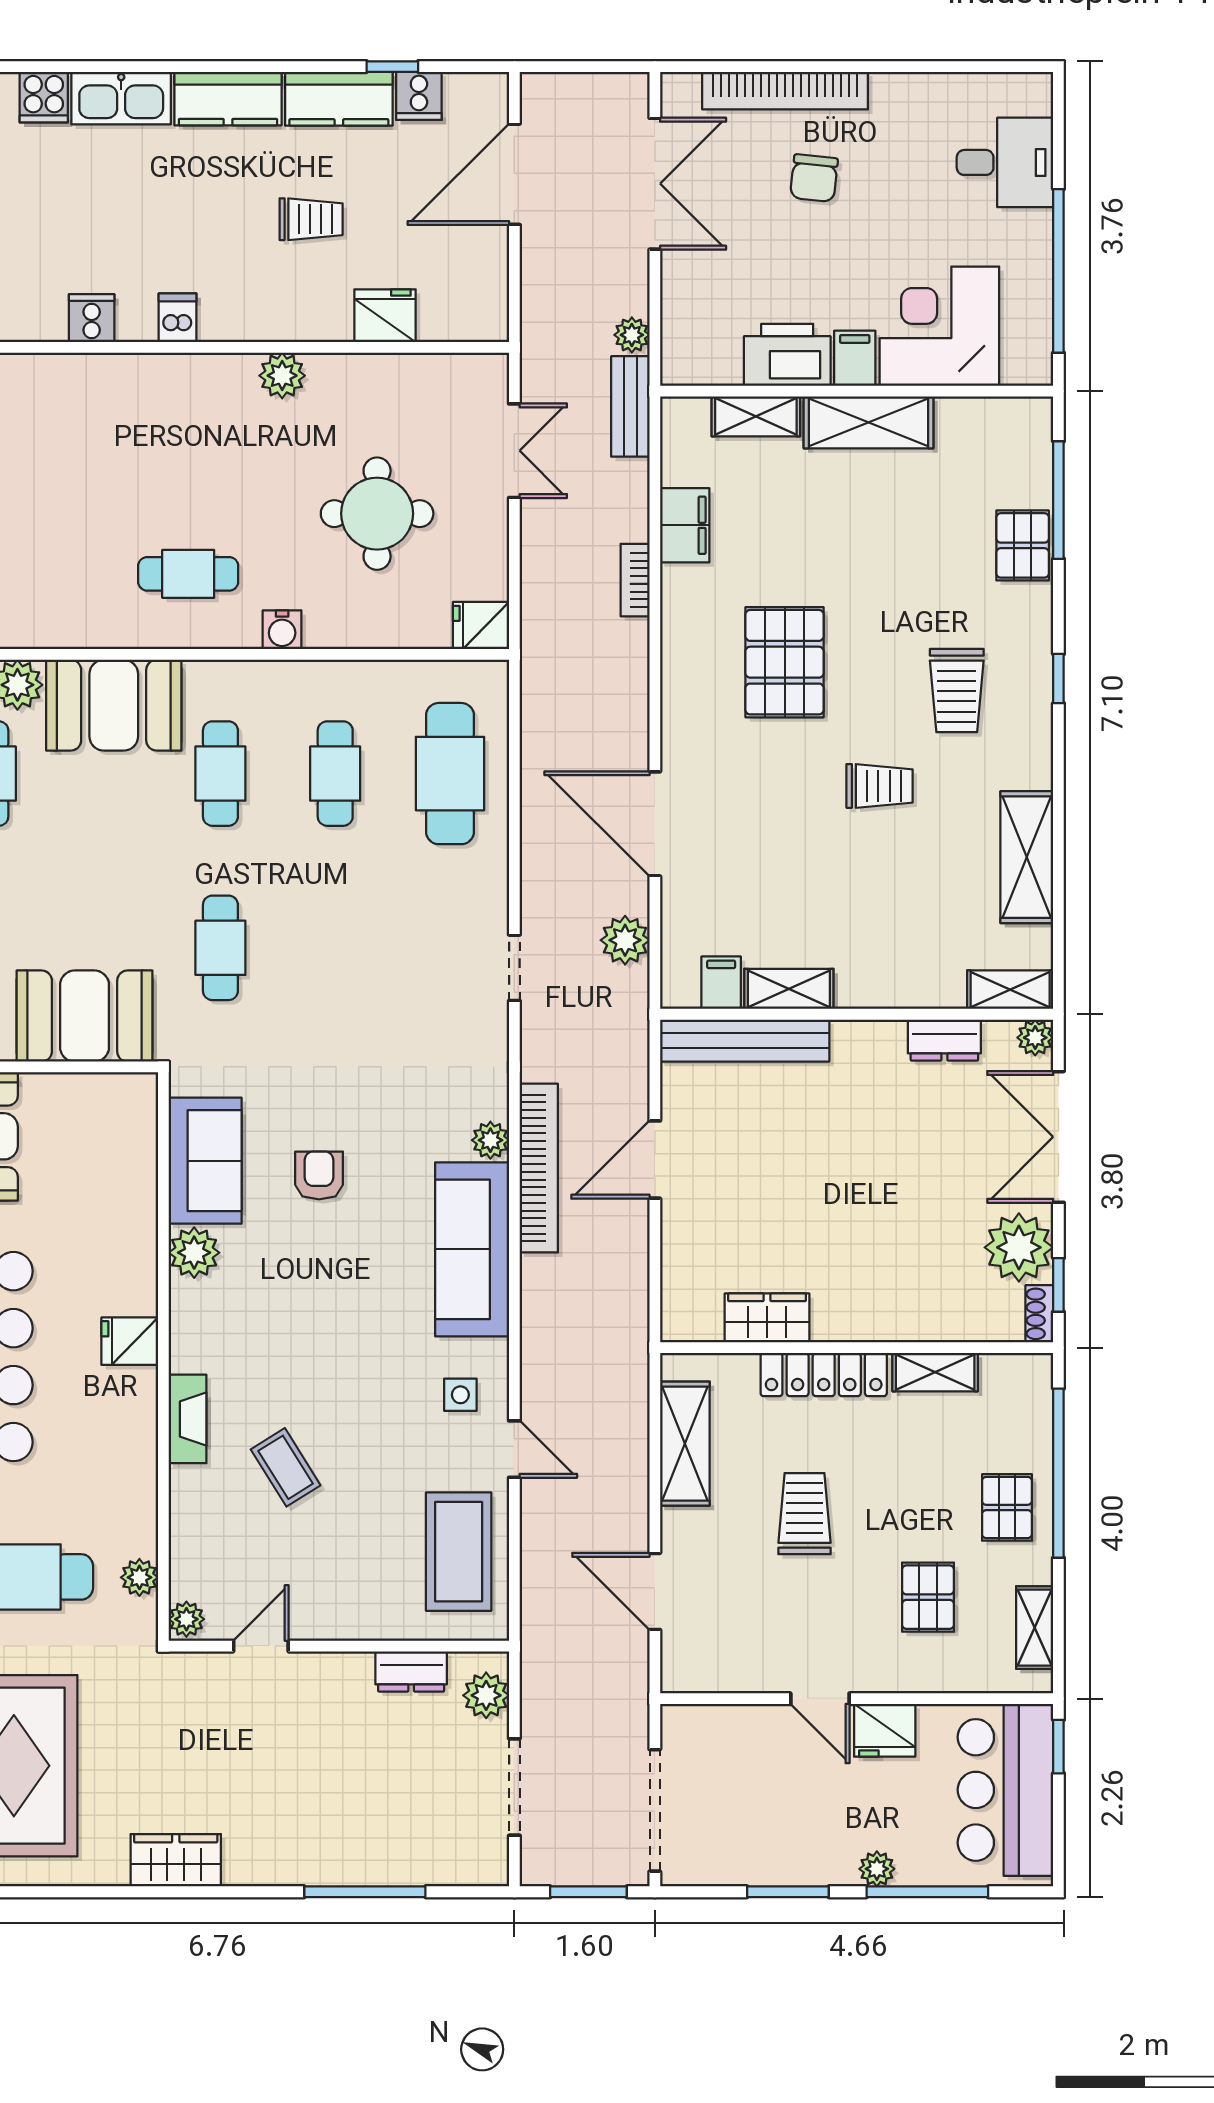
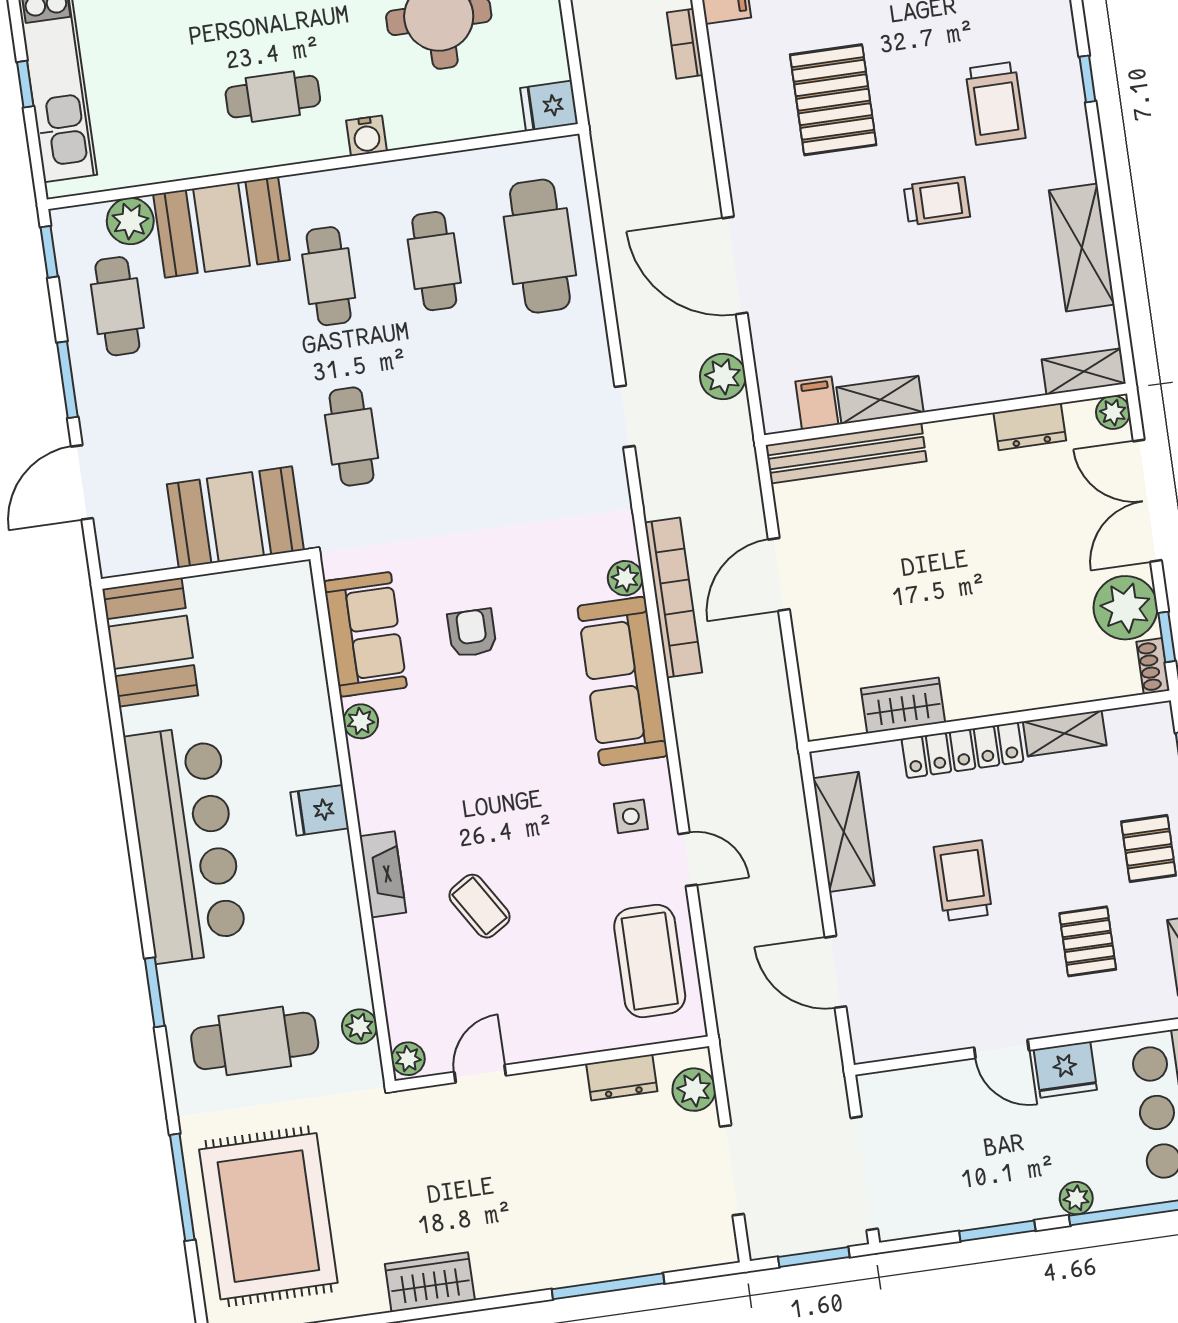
plant: (194, 1253) -> (361, 721), width x0.73, depth x0.73

